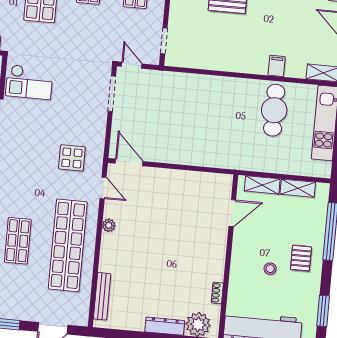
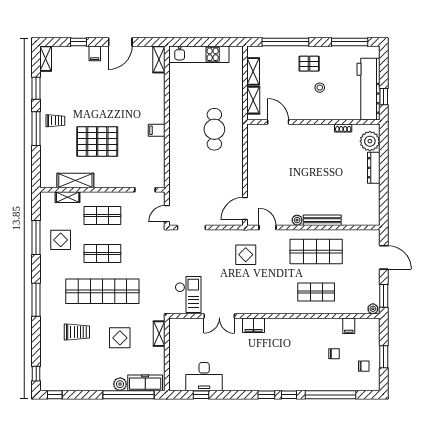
filing cabinet: (277, 66) -> (157, 130), moved
cafe table: (274, 110) -> (214, 129), moved, turned 90
door: (103, 188) -> (267, 227), hinge flipped
shop shelf: (68, 245) -> (316, 252), width x0.71
bench: (102, 296) -> (322, 220), moved
window: (323, 311) -> (350, 42), width x1.44

